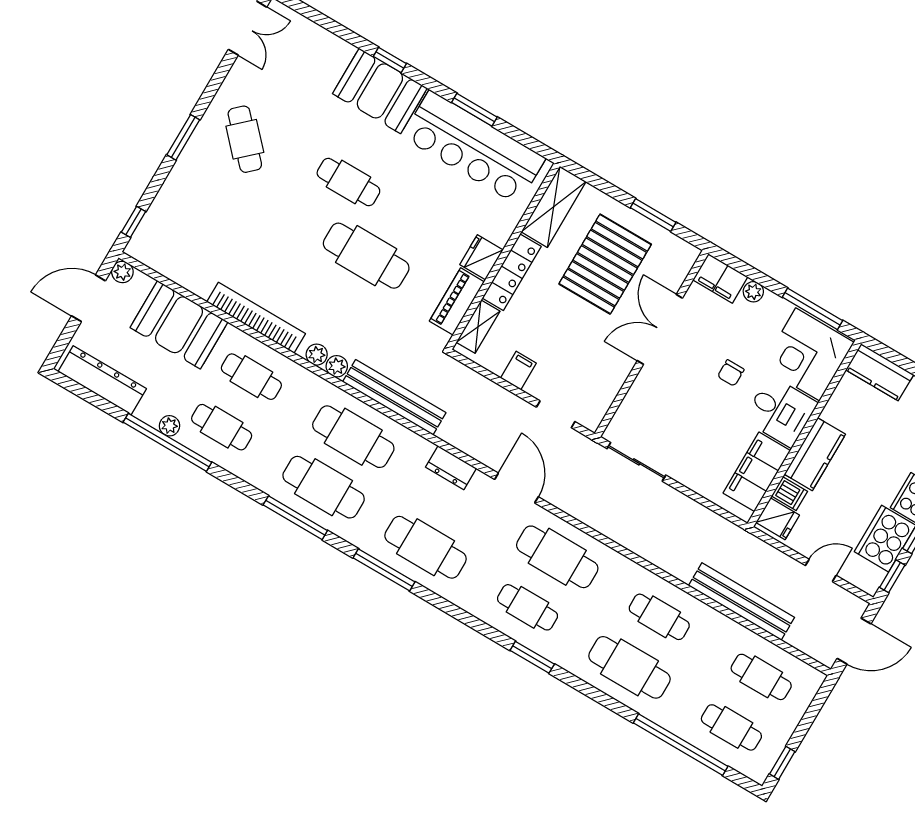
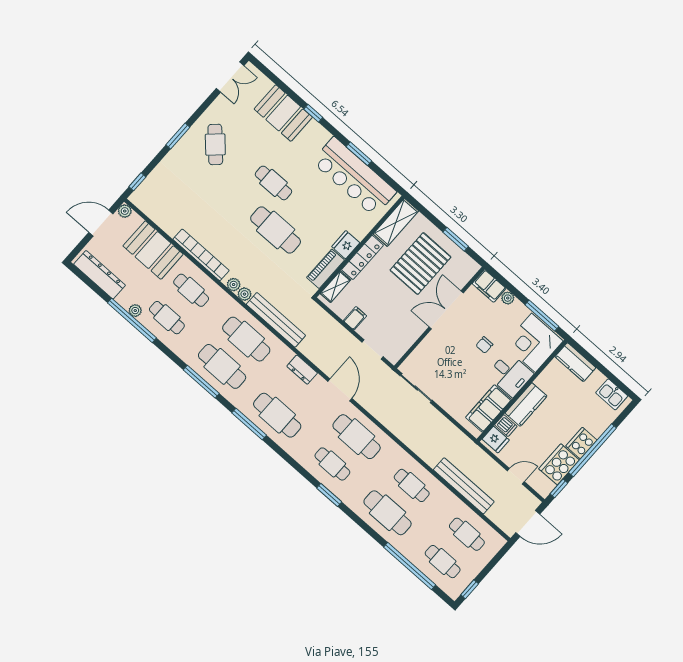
booth: (380, 91) -> (283, 113), moved

